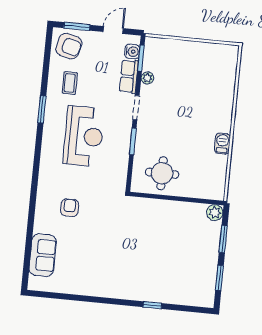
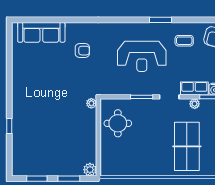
table tennis table: (198, 92) -> (187, 146), added
barbecue: (222, 144) -> (147, 170), removed
plant: (135, 203) -> (91, 103), added
sofa: (43, 255) -> (41, 32), width x1.36

